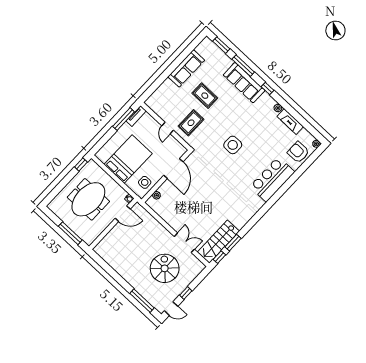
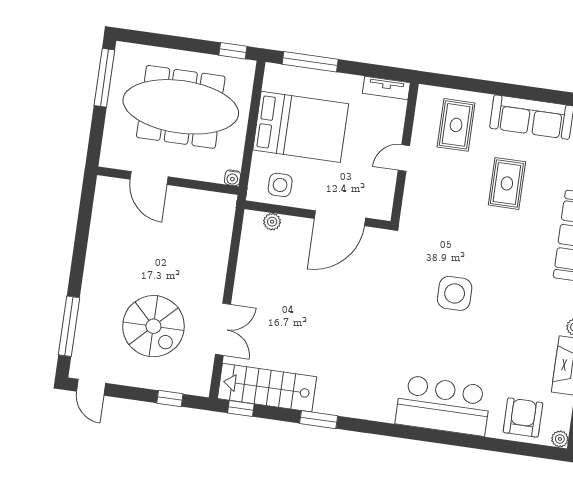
window: (124, 119) -> (310, 62), moved
rug: (191, 123) -> (456, 125), moved, turned 90
meeting table: (88, 199) -> (181, 107), width x1.36
door: (123, 214) -> (149, 178), moved
window: (70, 233) -> (104, 78), moved
window: (233, 243) -> (319, 420), moved
spiral stairs: (165, 268) -> (153, 326), turned 90
window: (186, 293) -> (170, 398), moved

